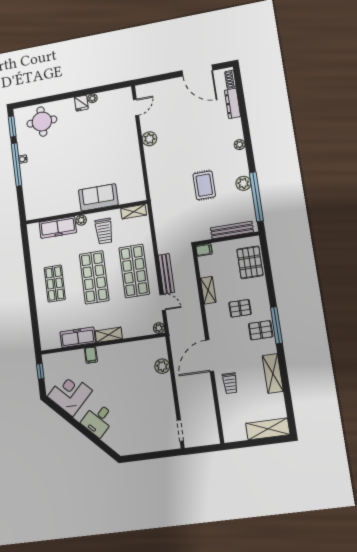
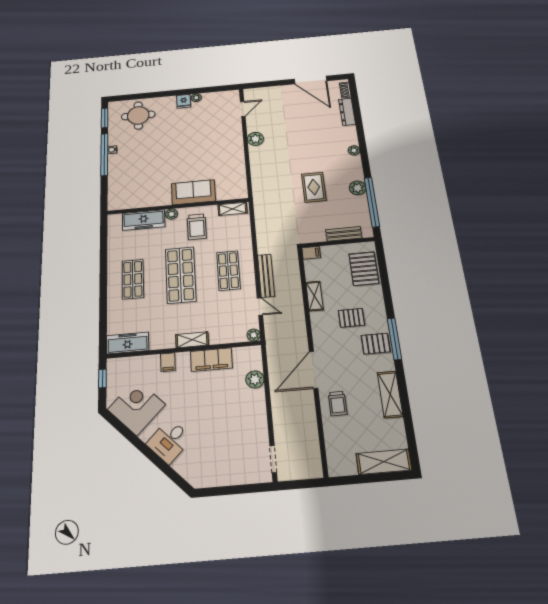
bench: (232, 230) -> (344, 234), width x0.73
shop shelf: (134, 271) -> (228, 271), width x0.70, depth x0.74
freezer: (78, 337) -> (128, 343), moved
filing cabinet: (126, 351) -> (211, 360), added

